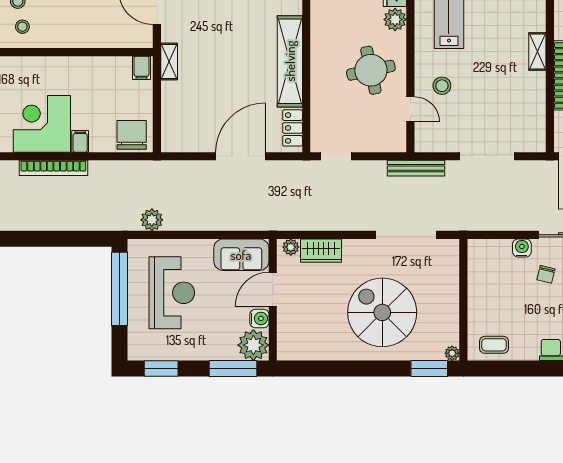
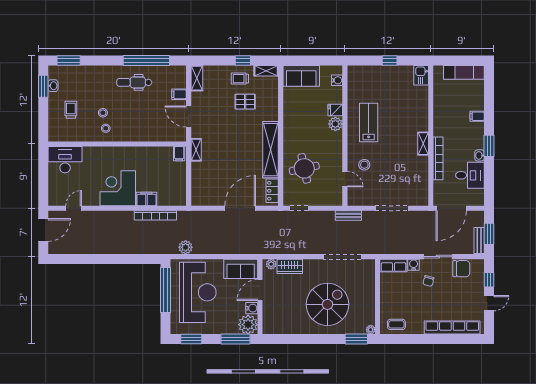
round table: (371, 70) -> (304, 168), moved
chair: (132, 135) -> (173, 195), removed
filing cabinet: (80, 141) -> (146, 199), width x2.00
bookcase: (53, 168) -> (155, 215), moved
bench: (416, 168) -> (348, 216), width x0.73
row of seats: (489, 249) -> (393, 265), added
reception desk: (172, 293) -> (198, 292), width x1.36, depth x1.30
spiral stairs: (382, 312) -> (327, 304), turned 90

